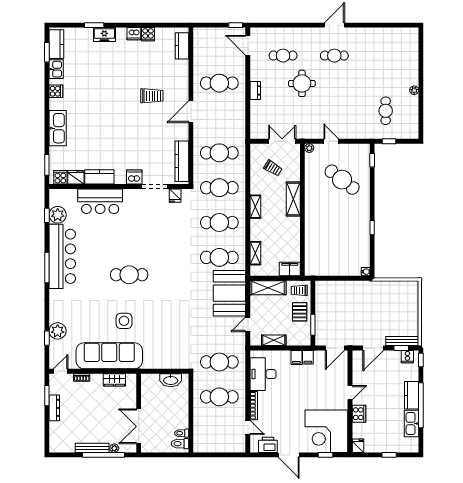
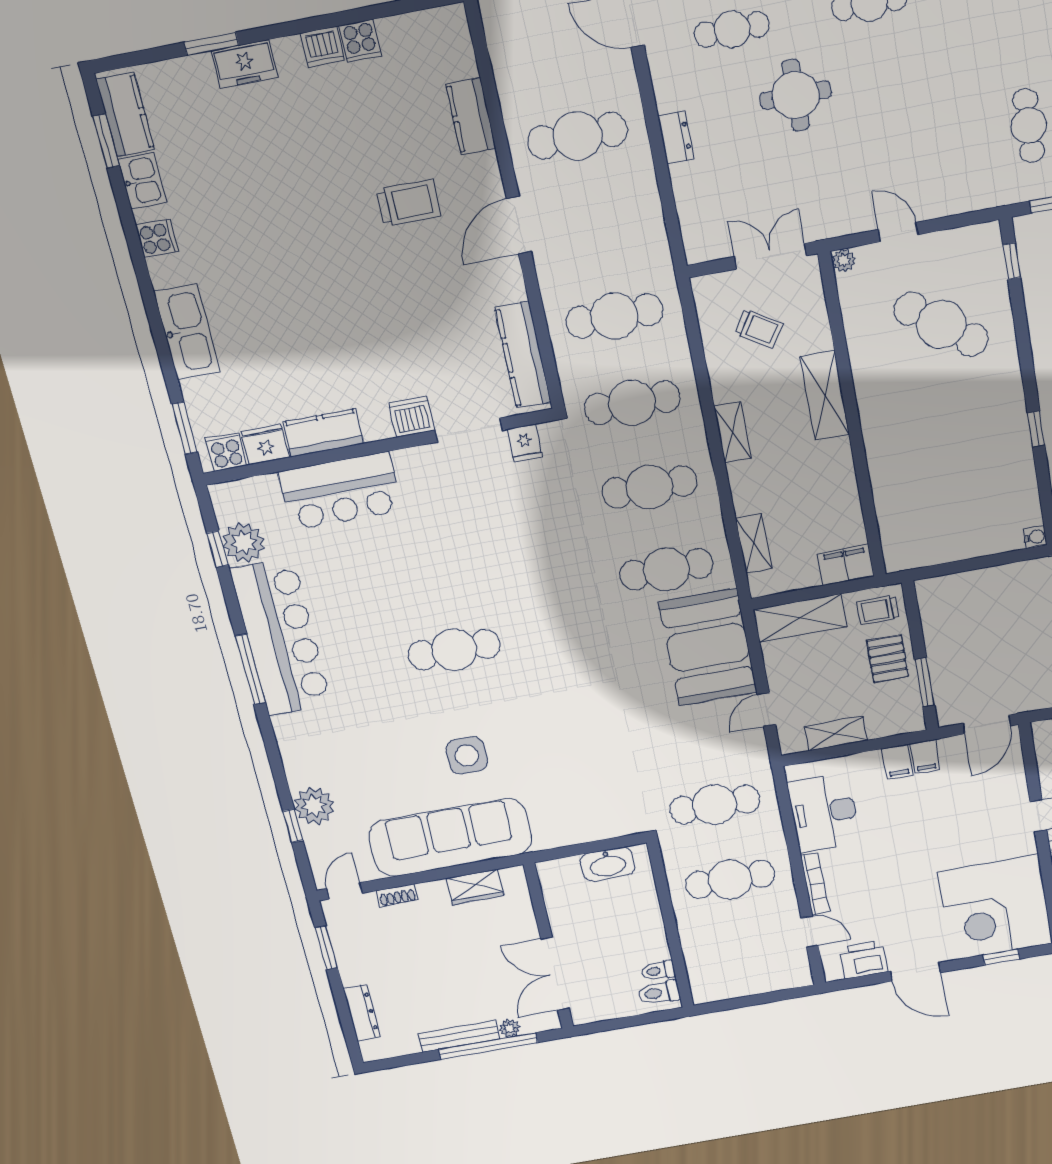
kitchen counter: (182, 46) -> (471, 116), moved
dresser: (54, 408) -> (362, 1013), moved

